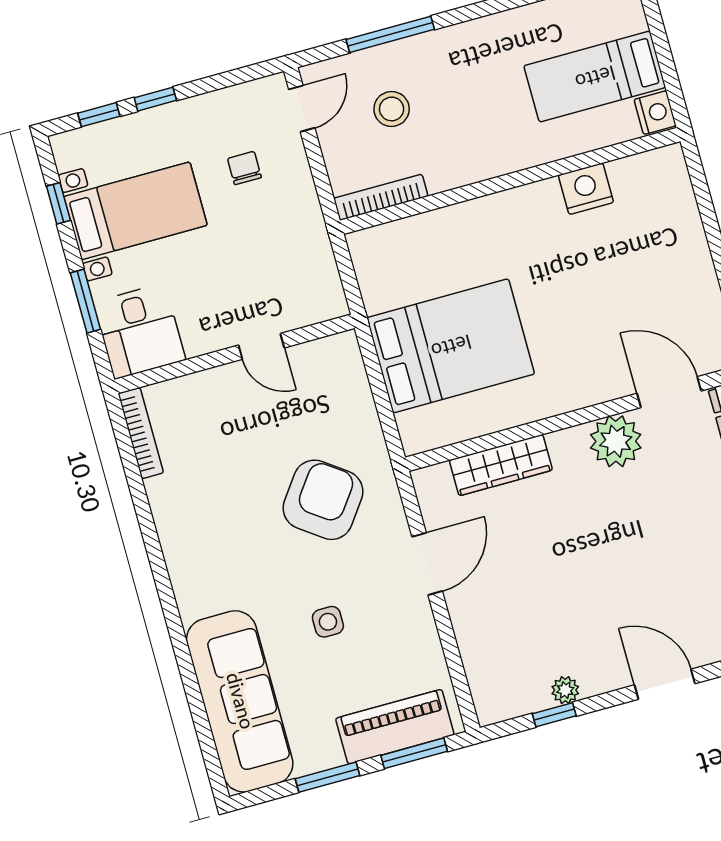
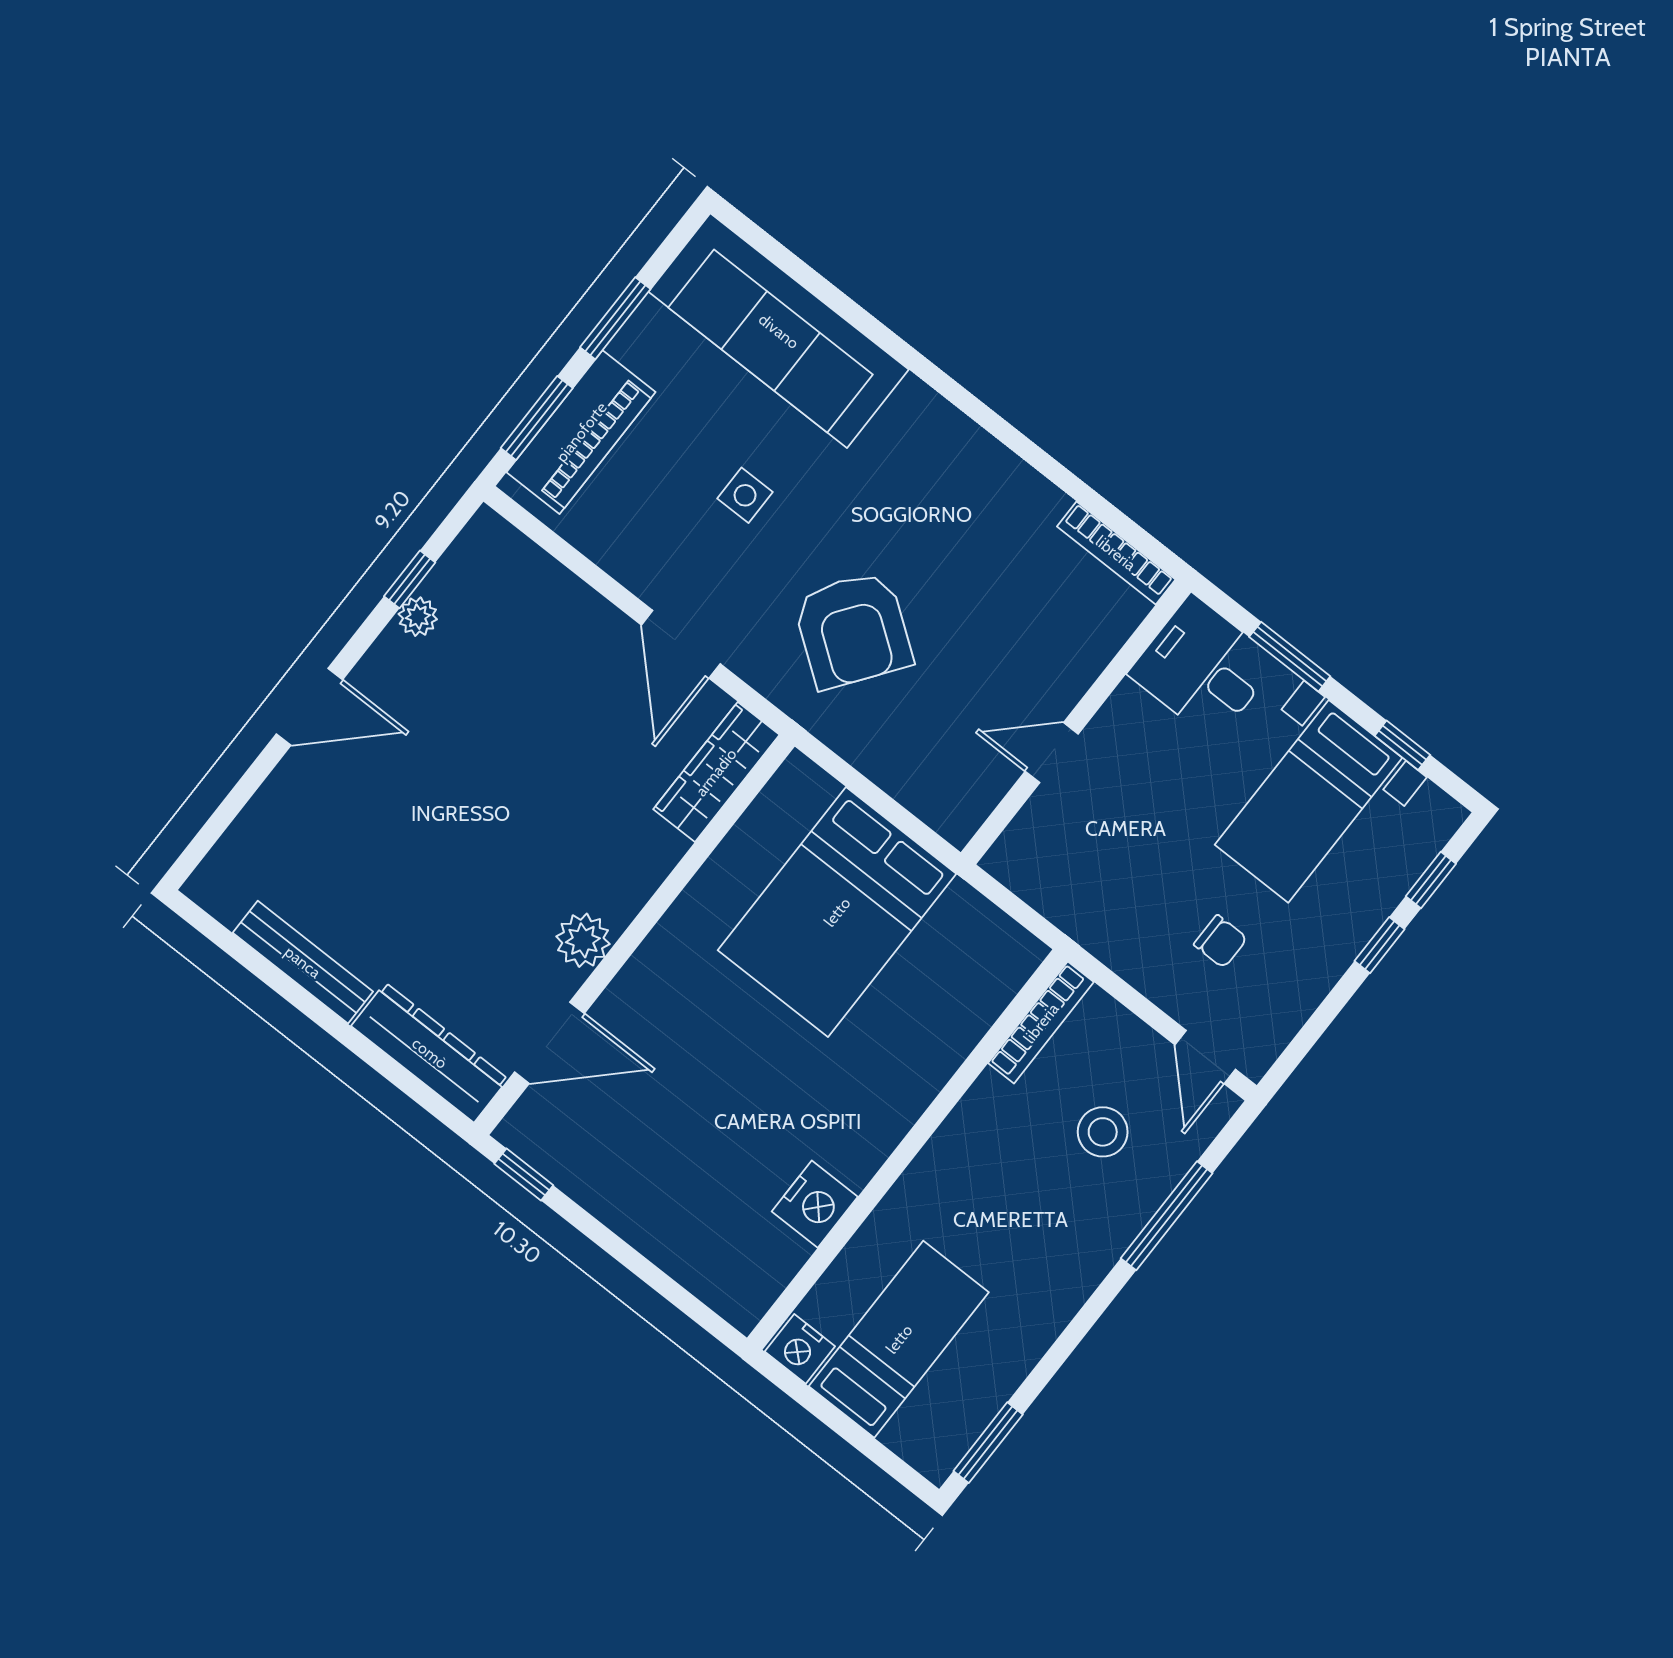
plant: (616, 441) -> (583, 940), width x0.73, depth x0.73
wardrobe: (501, 465) -> (716, 772), moved

